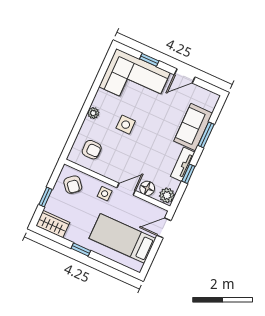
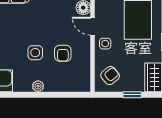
armchair: (92, 150) -> (63, 53), moved, turned 180

